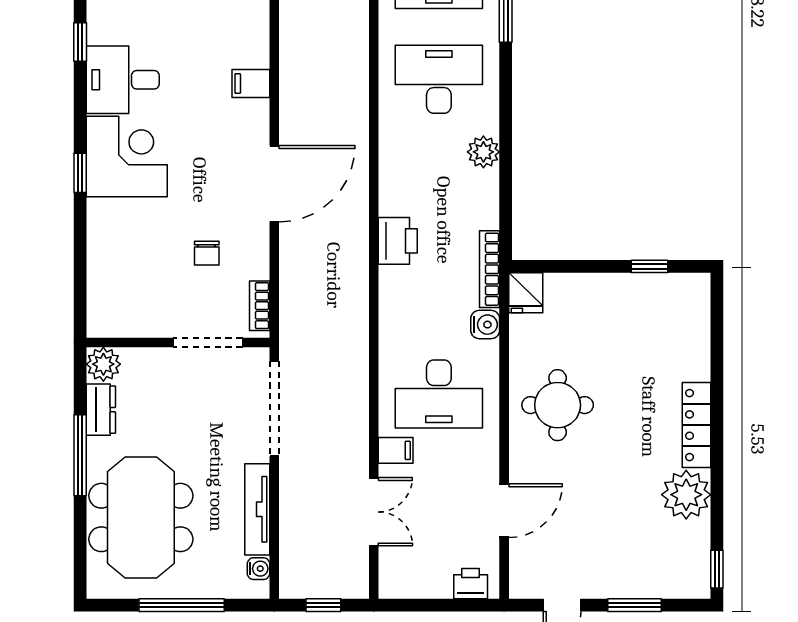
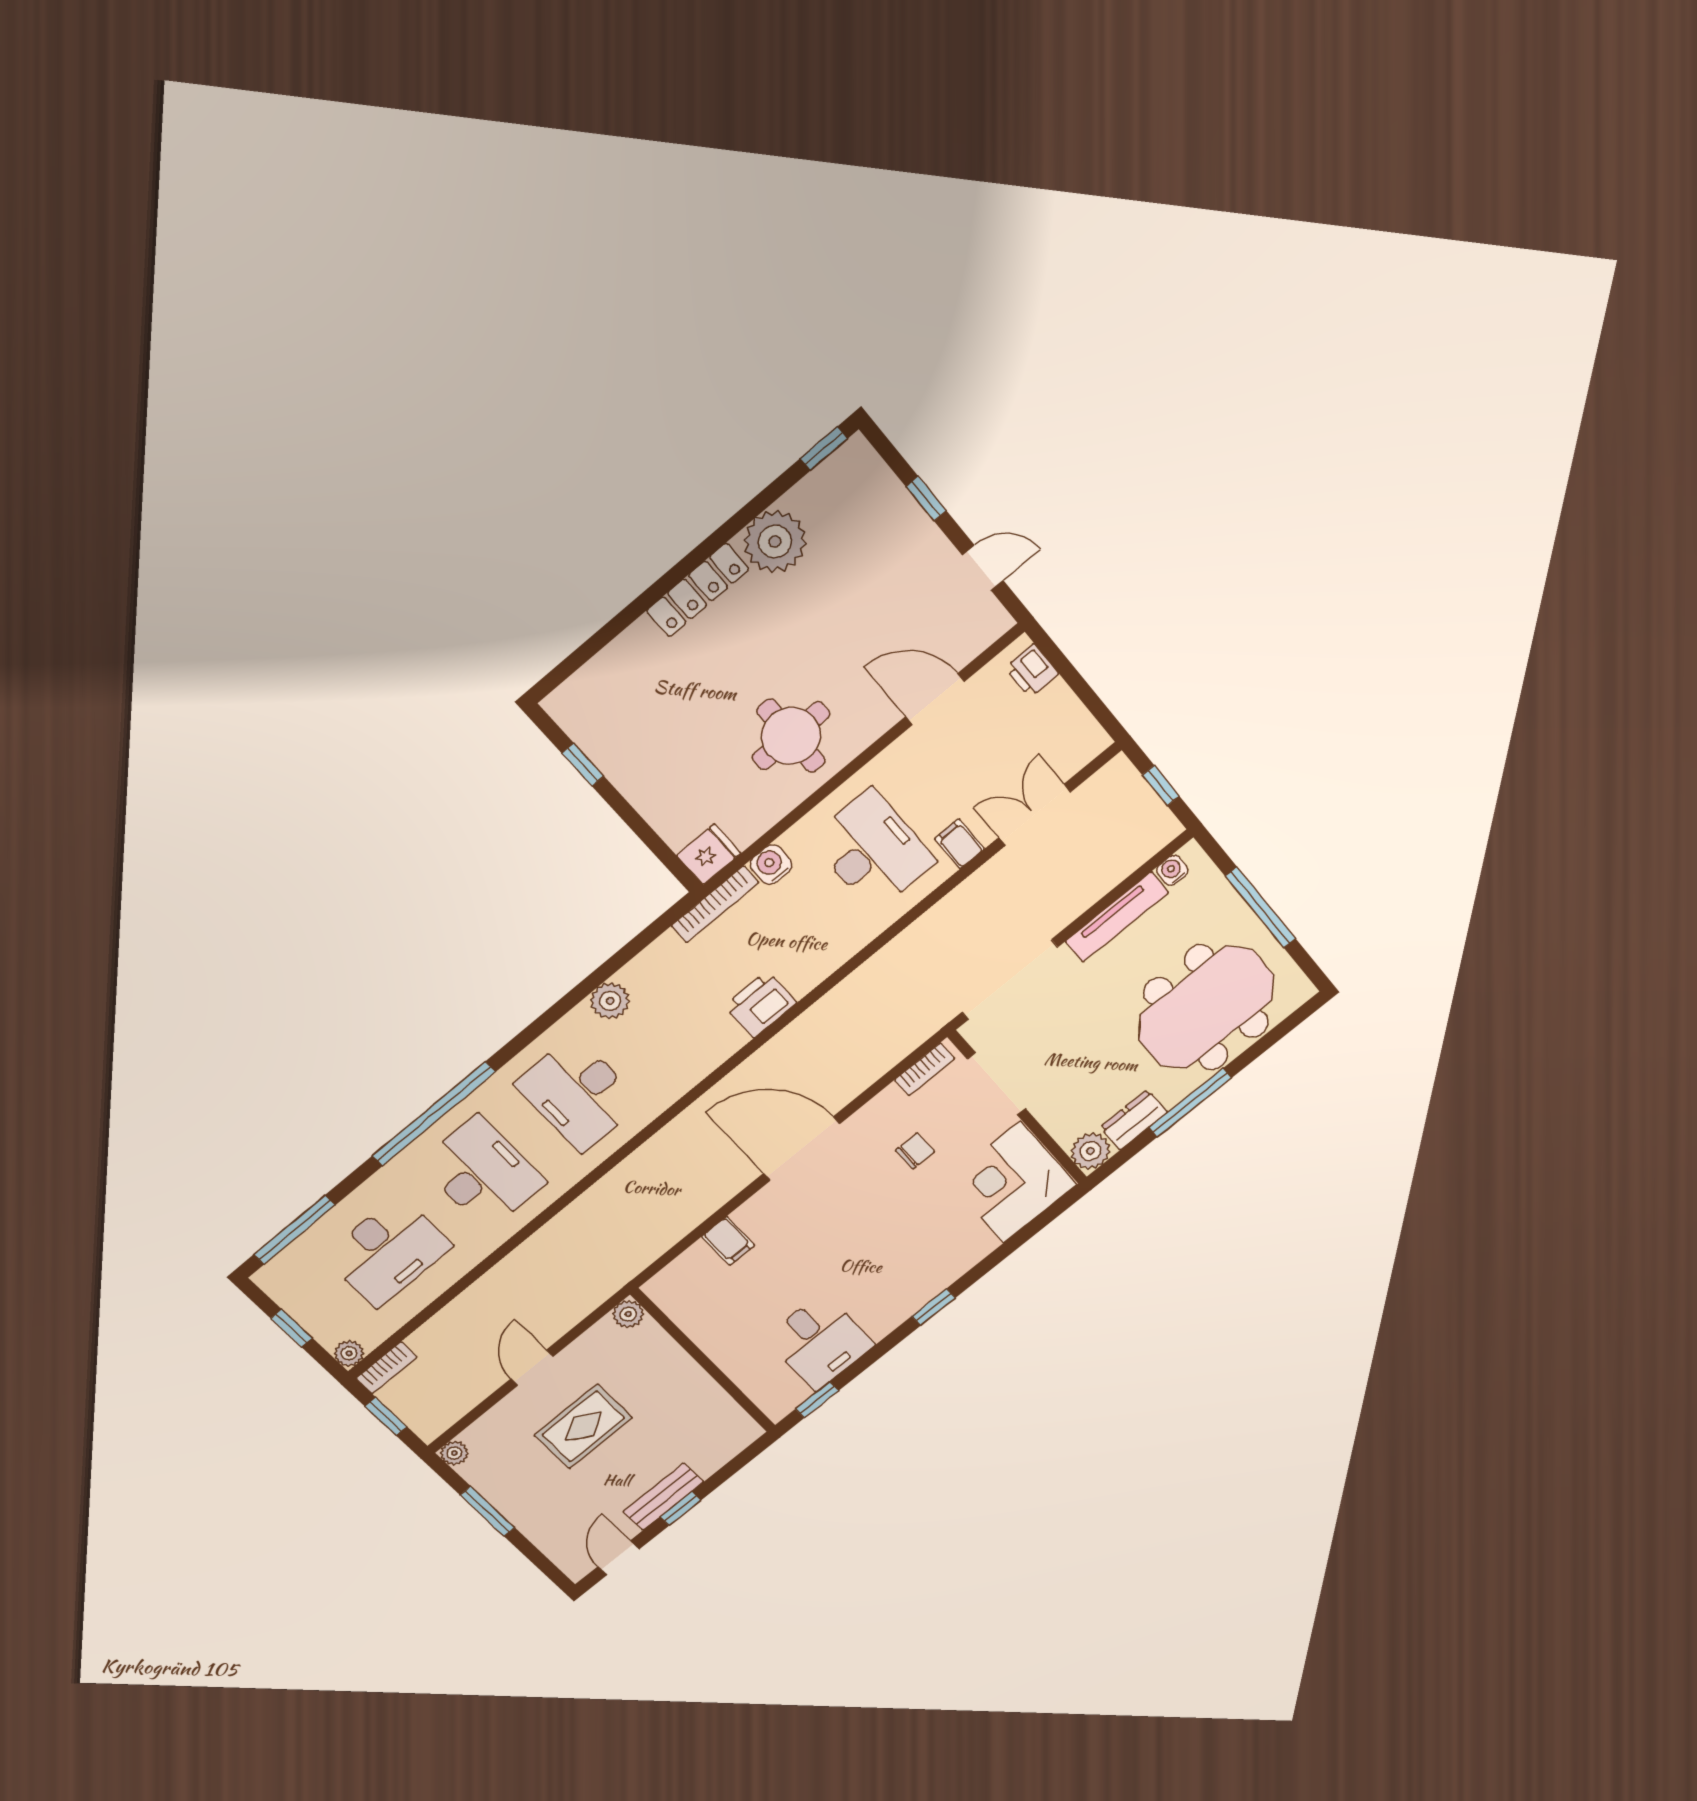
corner desk: (127, 156) -> (1012, 1182), moved
window: (634, 605) -> (926, 499), width x0.67

